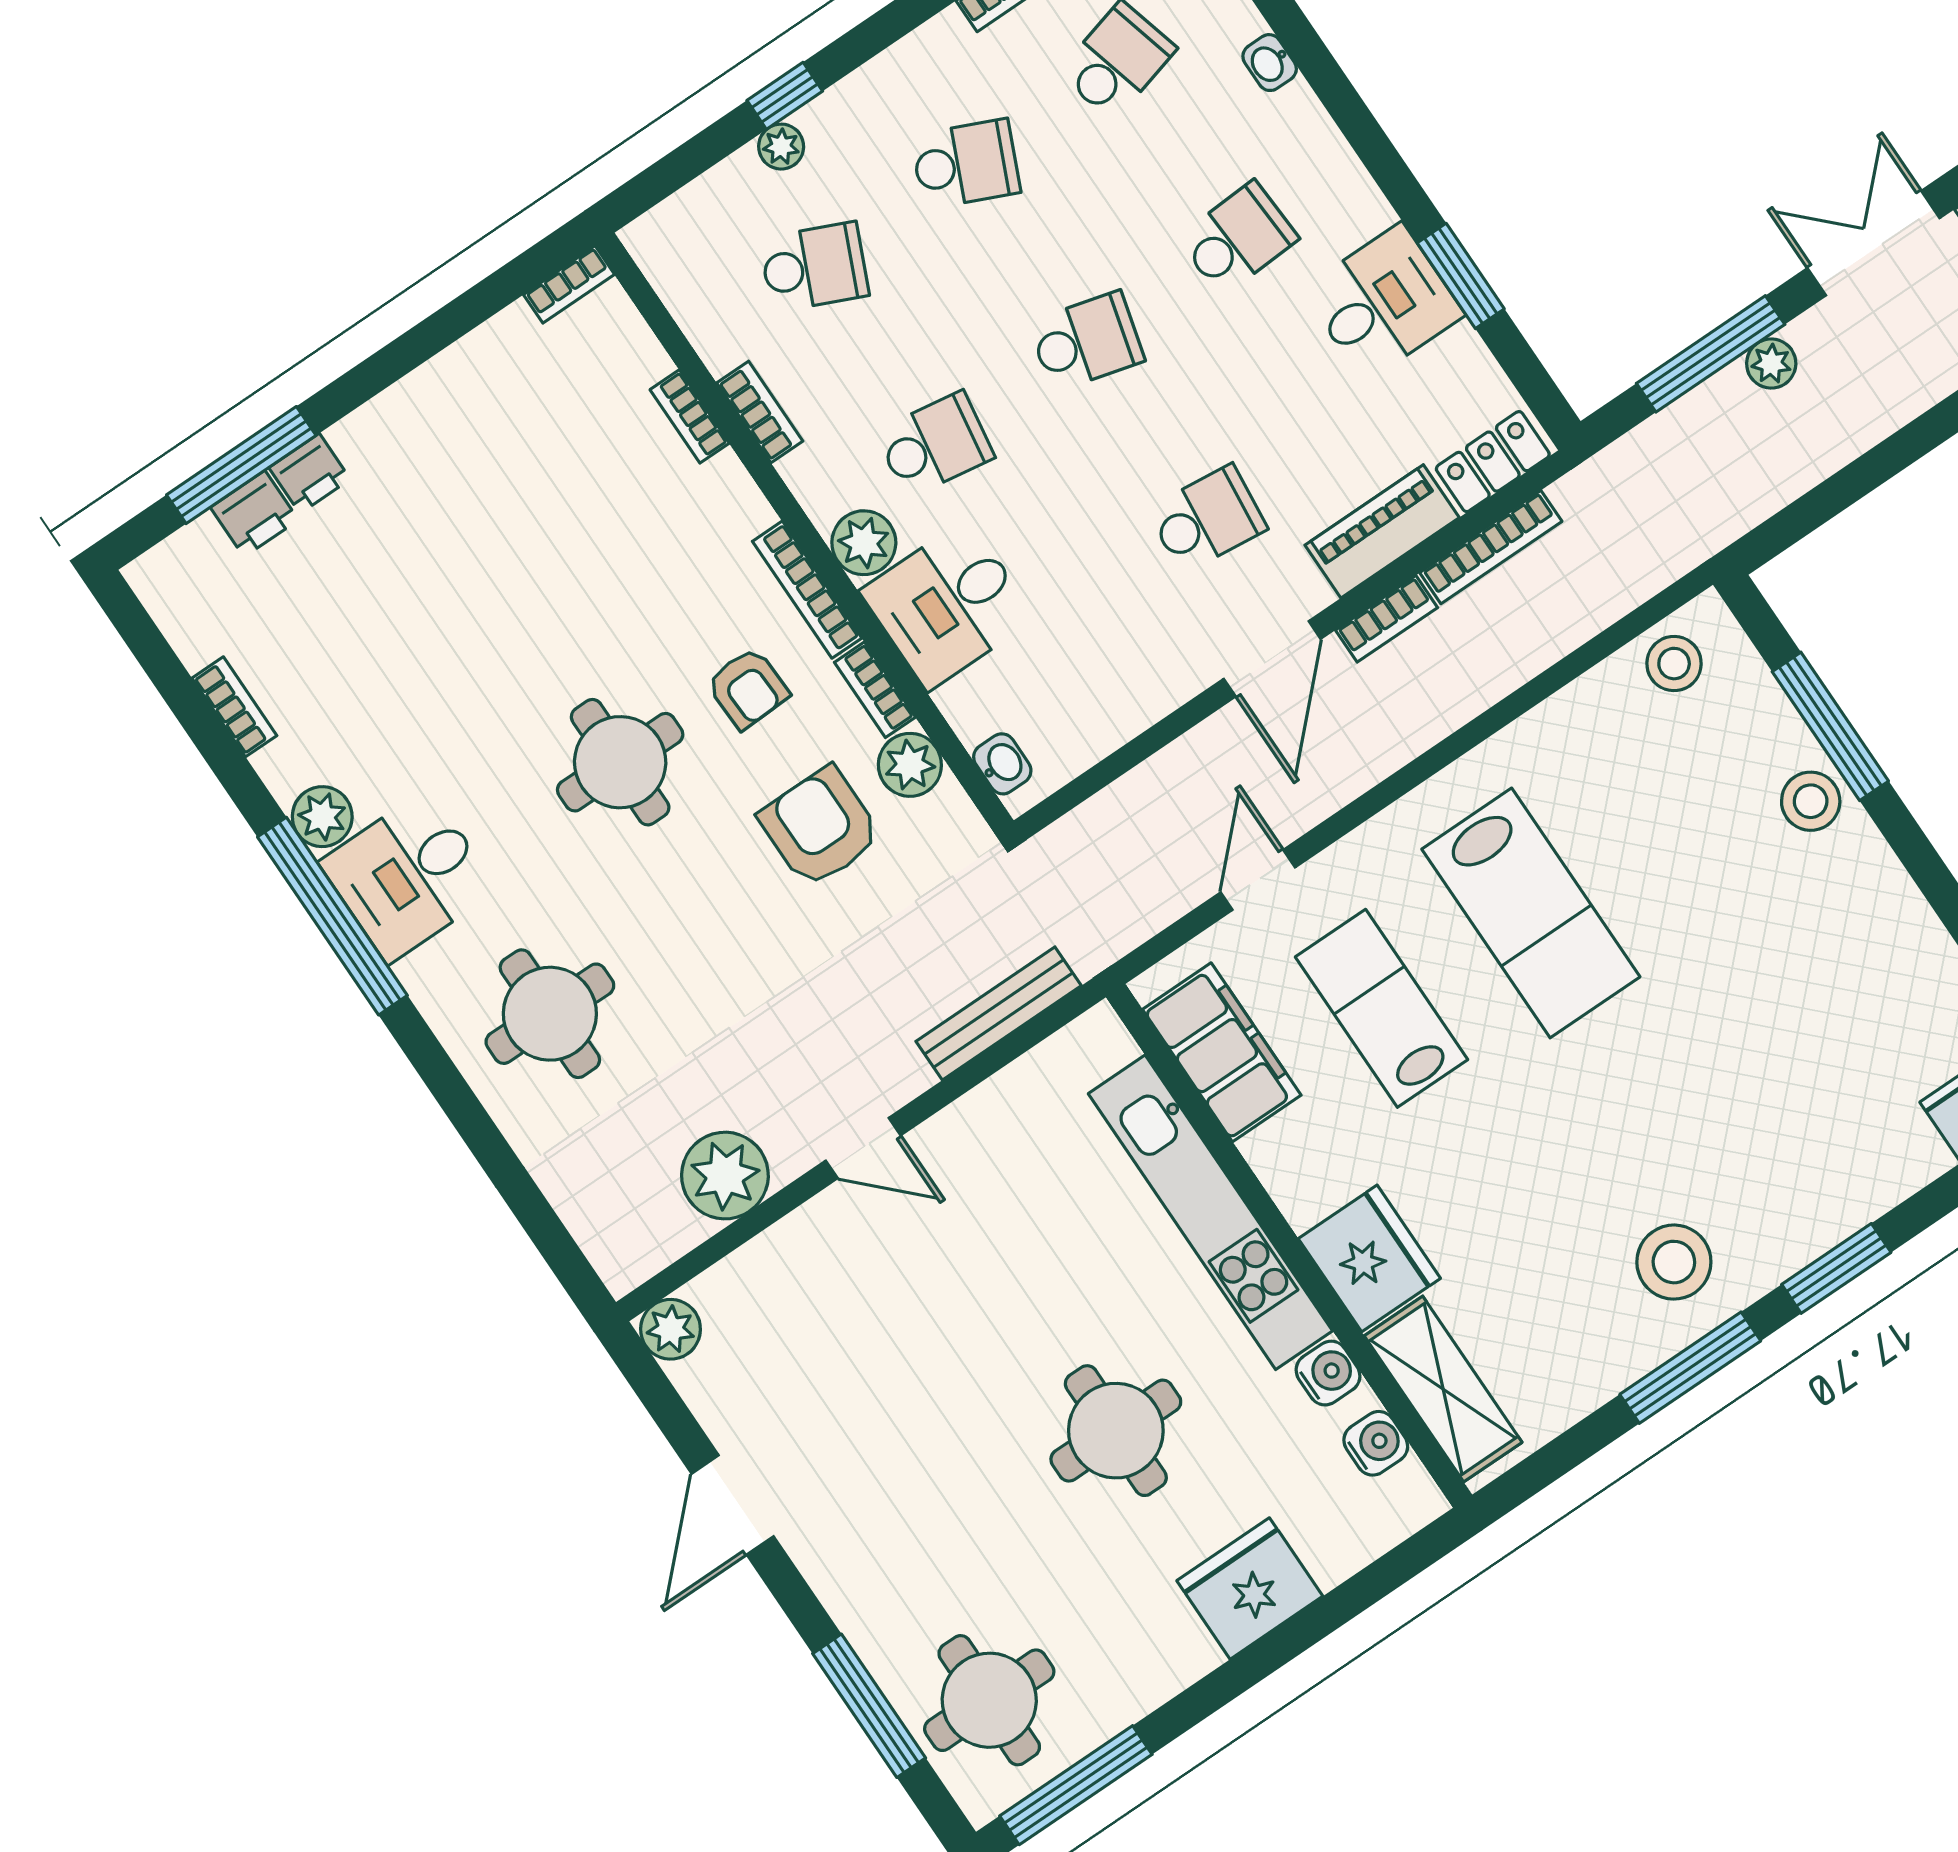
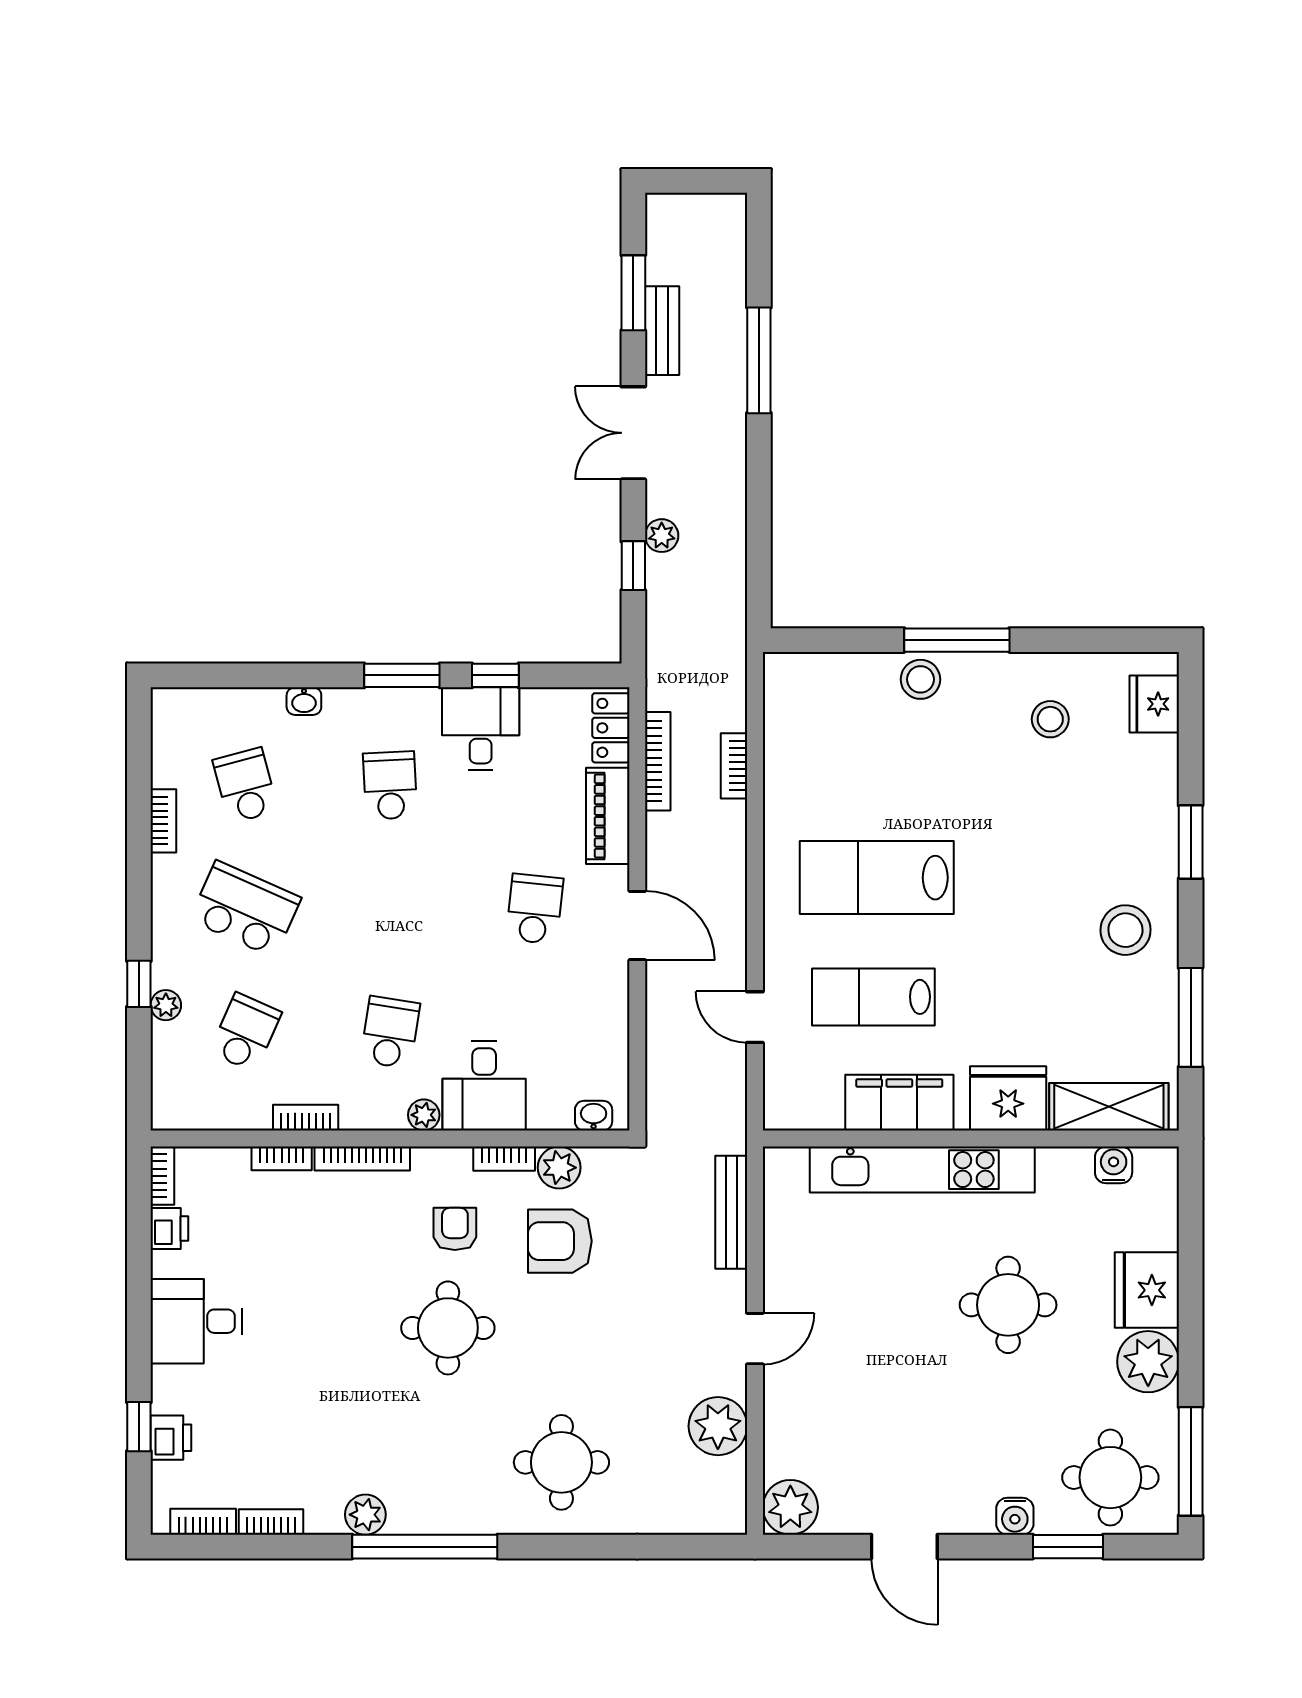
window: (1383, 161) -> (402, 675), added
school desk: (966, 164) -> (245, 909), width x1.85
window: (1461, 276) -> (495, 675), width x0.67
school desk: (1086, 342) -> (390, 909), removed
window: (1711, 354) -> (633, 566), width x0.46
window: (241, 465) -> (139, 1427), width x0.46
printer: (310, 473) -> (169, 1229), moved
plant: (864, 543) -> (424, 1115), width x0.73, depth x0.73
bookcase: (807, 590) -> (362, 1158), moved
bookcase: (1387, 619) -> (734, 766), moved, turned 180
bookcase: (178, 623) -> (203, 1522), added
stool: (1674, 664) -> (1050, 719), moved
armchair: (748, 688) -> (455, 1229), turned -88
window: (1830, 726) -> (957, 640), moved
desk: (408, 876) -> (196, 1321), moved, turned 90
lab bench: (1531, 913) -> (877, 878), turned 180
filing cabinet: (1222, 1052) -> (899, 1103), moved
plant: (671, 1329) -> (790, 1507), width x1.36, depth x1.36
window: (1690, 1368) -> (1191, 1017), moved
water cooler: (1328, 1373) -> (1015, 1516), moved, turned 180
plant: (1163, 1650) -> (1148, 1362), added
window: (869, 1706) -> (1068, 1547), width x0.69

